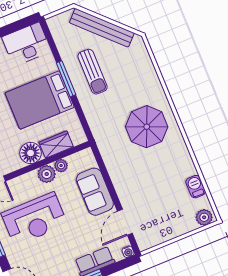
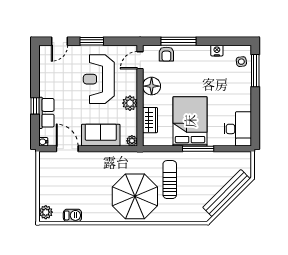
sun lounger: (92, 72) -> (170, 180), moved, turned 90
parasol: (147, 127) -> (135, 196), width x1.36, depth x1.36
floor lamp: (31, 153) -> (152, 86), moved
plant: (61, 166) -> (132, 141), moved

